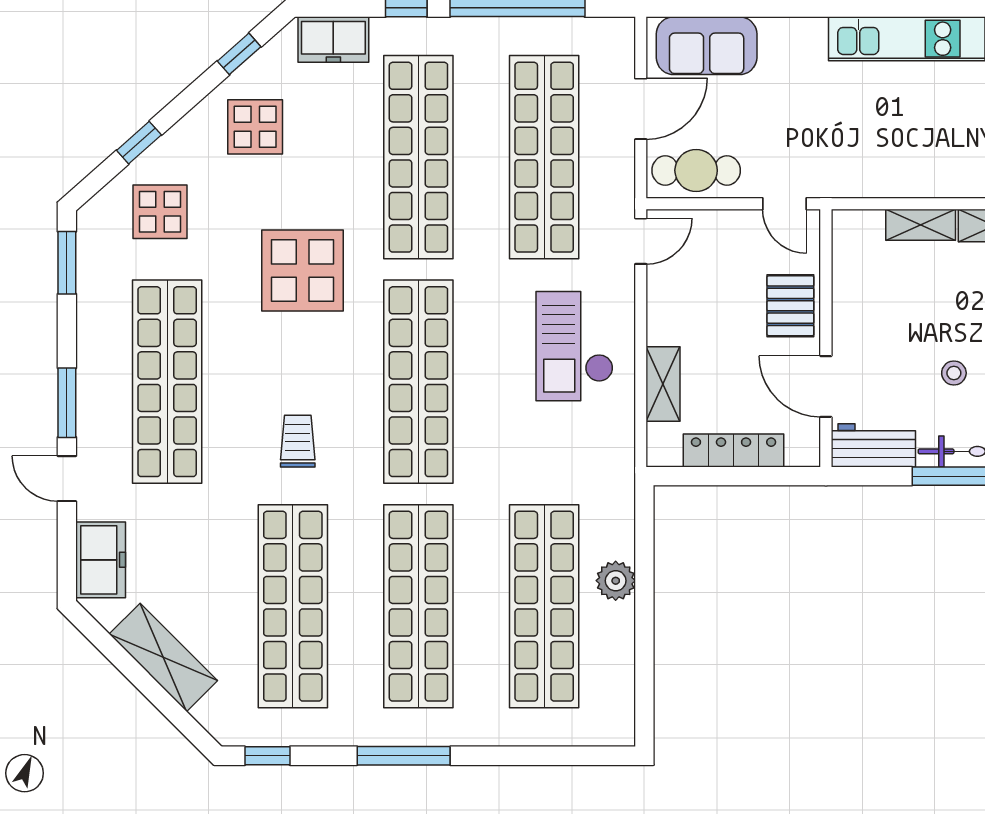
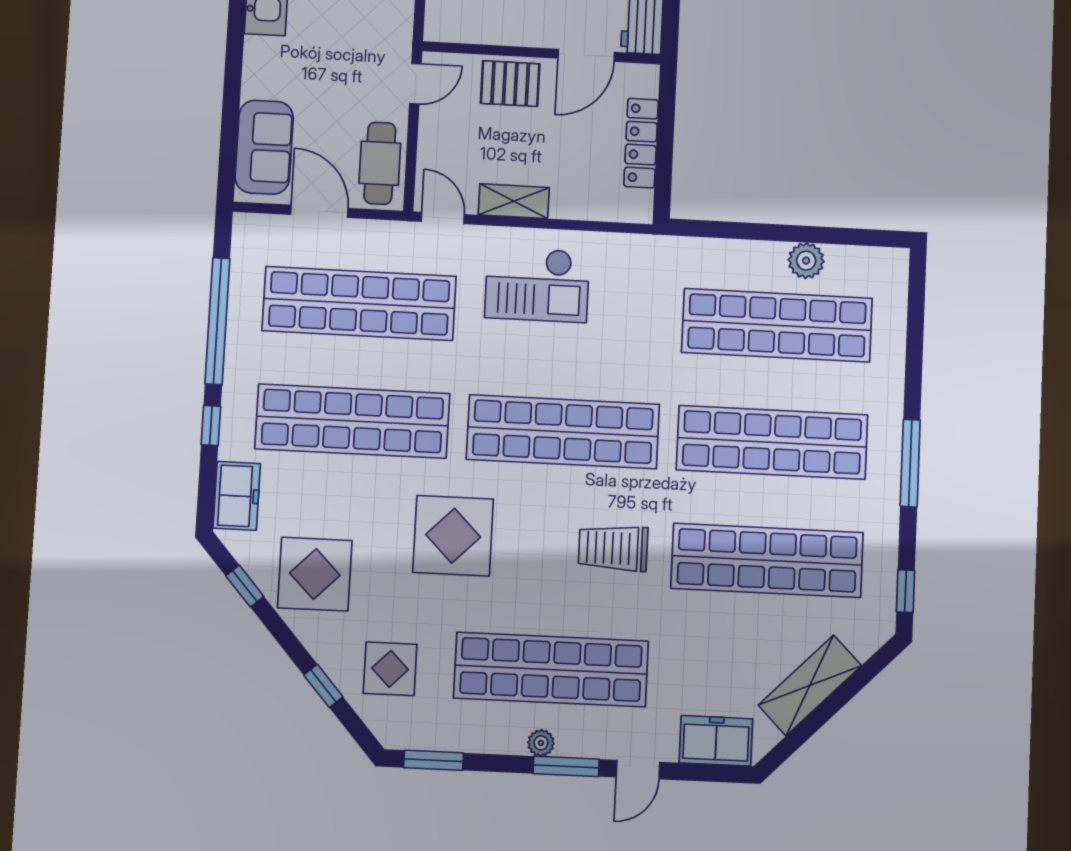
display table: (255, 127) -> (315, 574), width x1.36, depth x1.36
plant: (90, 375) -> (541, 743), added
shelving: (663, 384) -> (514, 201), moved
trolley: (298, 441) -> (613, 548), width x1.36, depth x1.39
plant: (616, 581) -> (806, 261), moved

